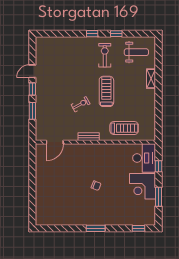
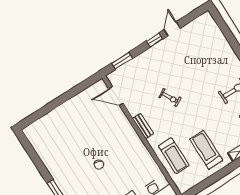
door: (32, 71) -> (172, 29), hinge flipped
treadmill: (106, 91) -> (206, 150), moved, turned -90
window: (32, 111) -> (122, 61), moved

